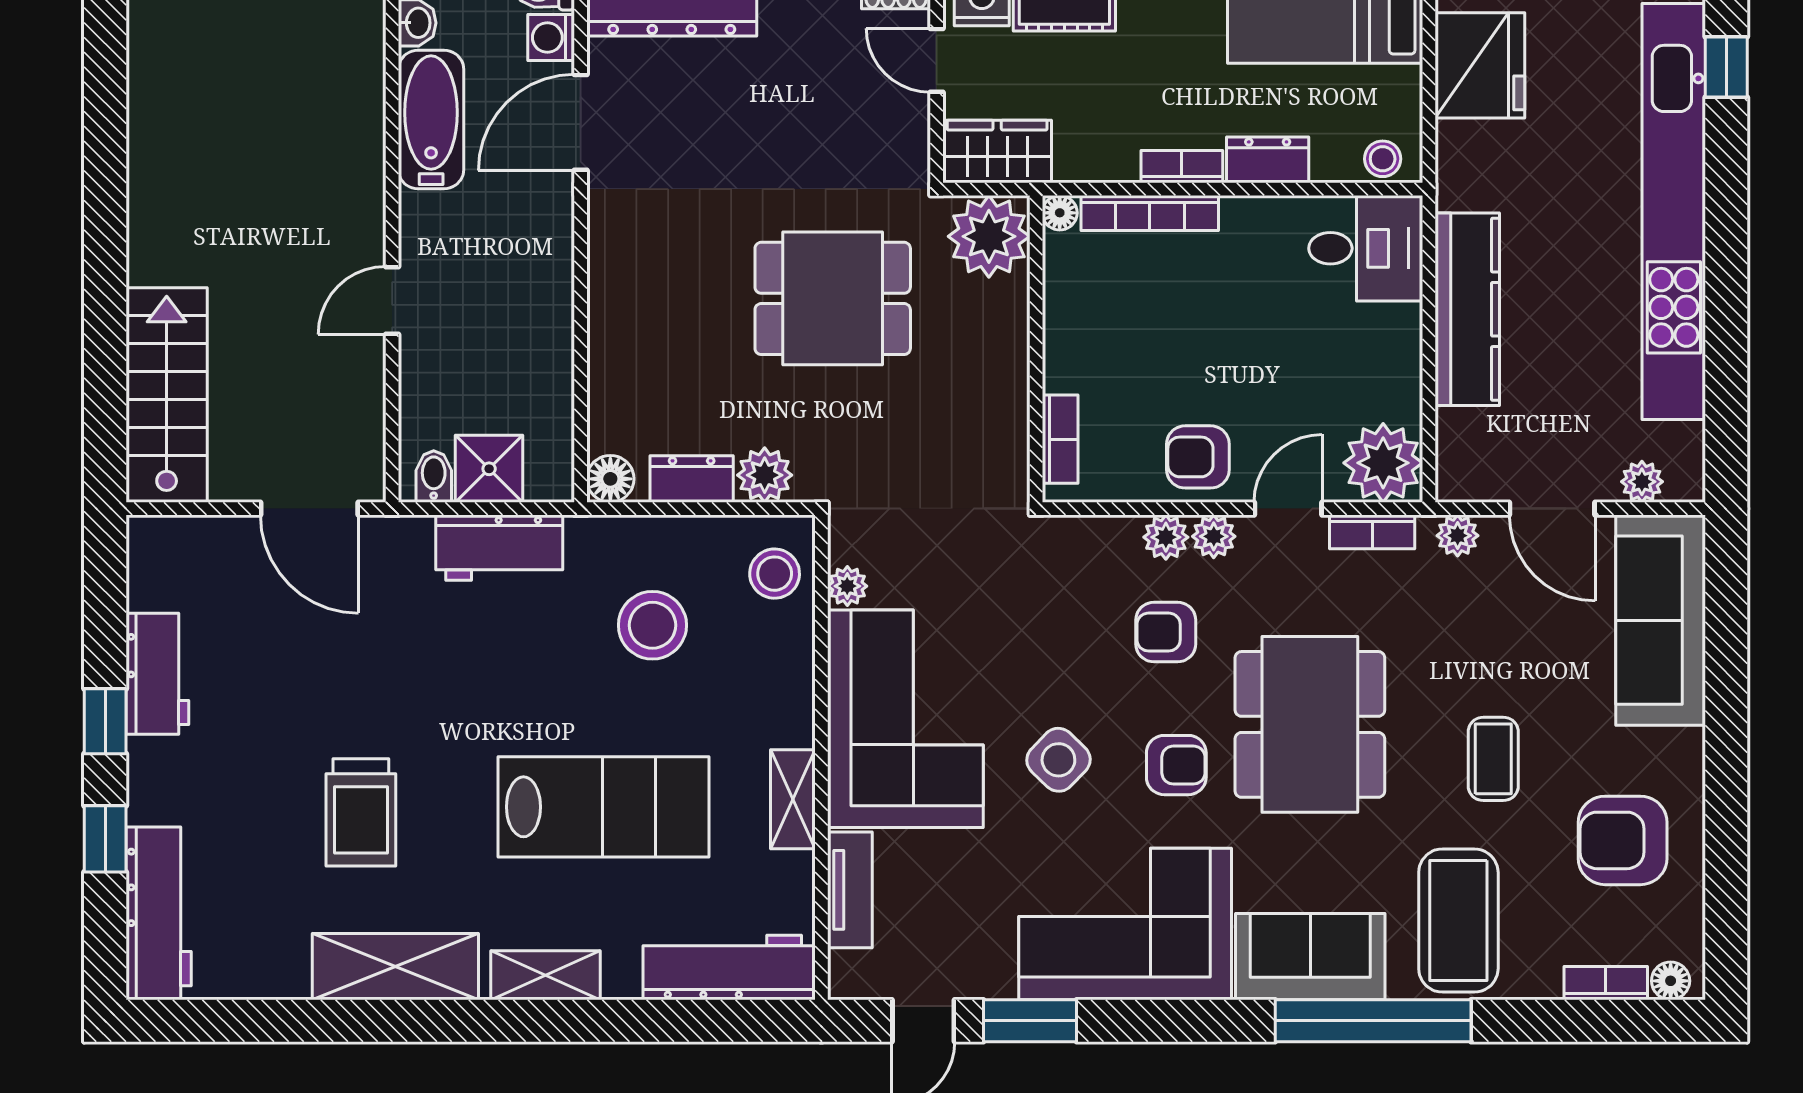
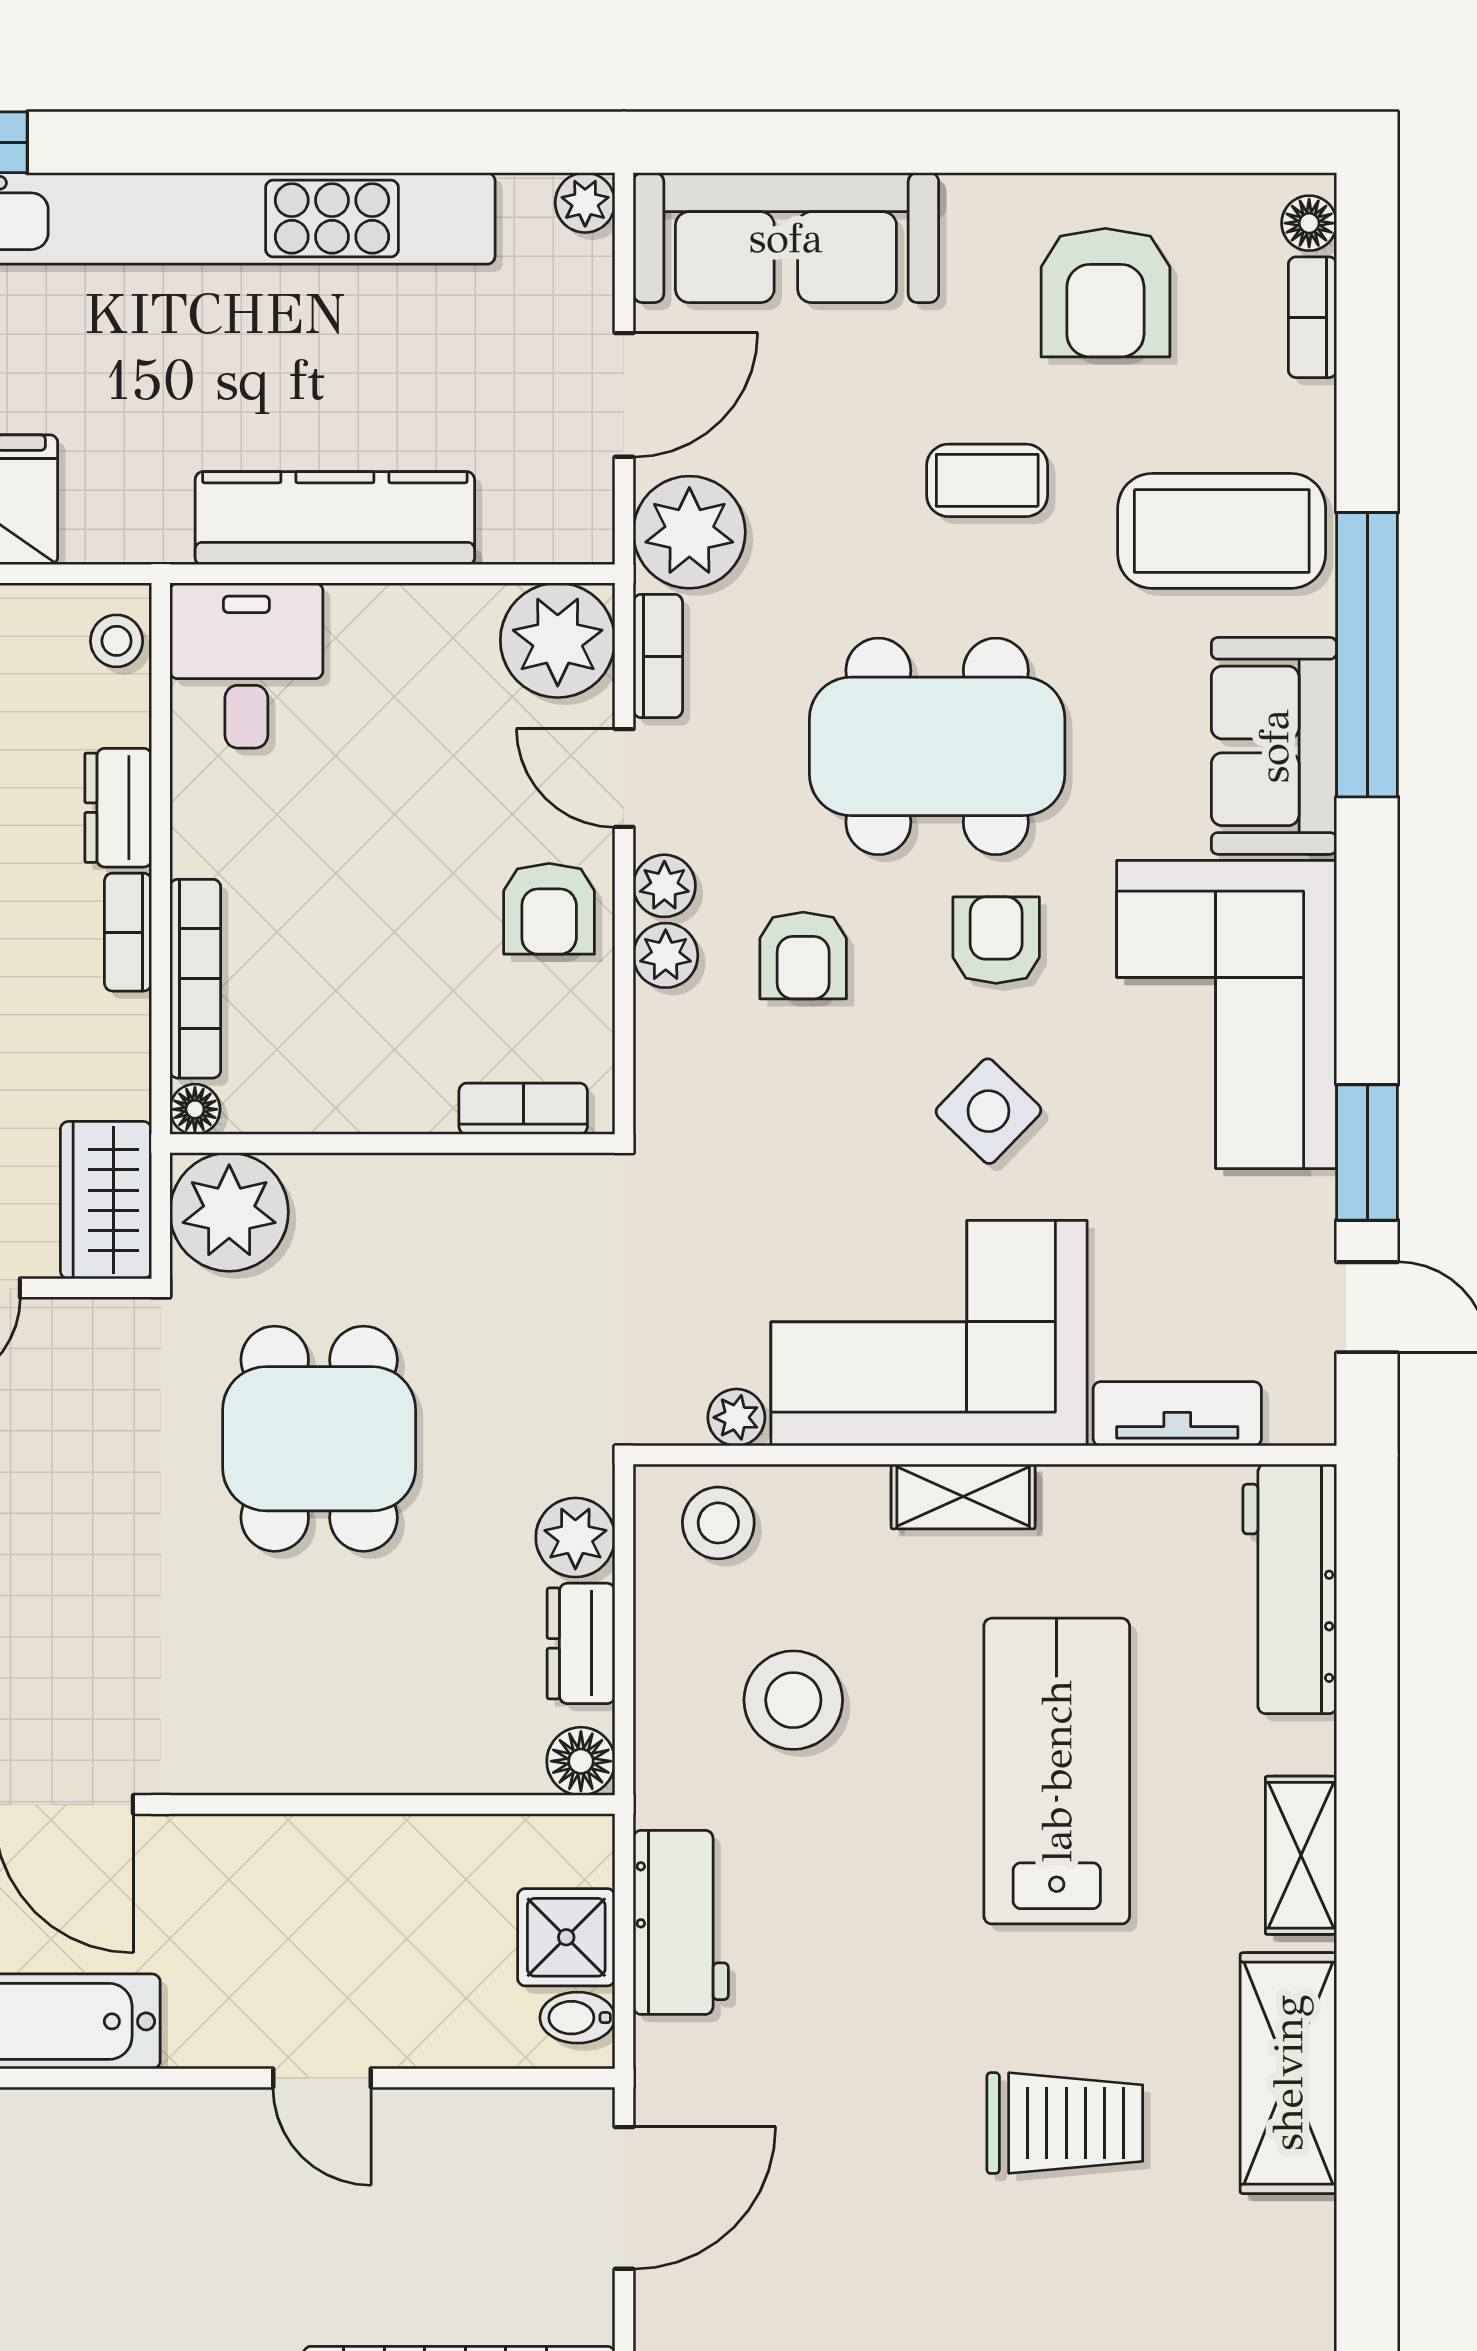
plant: (1642, 482) -> (585, 203), moved
plant: (1458, 536) -> (689, 532), width x1.88, depth x1.88
shelving: (793, 799) -> (963, 1496), moved

